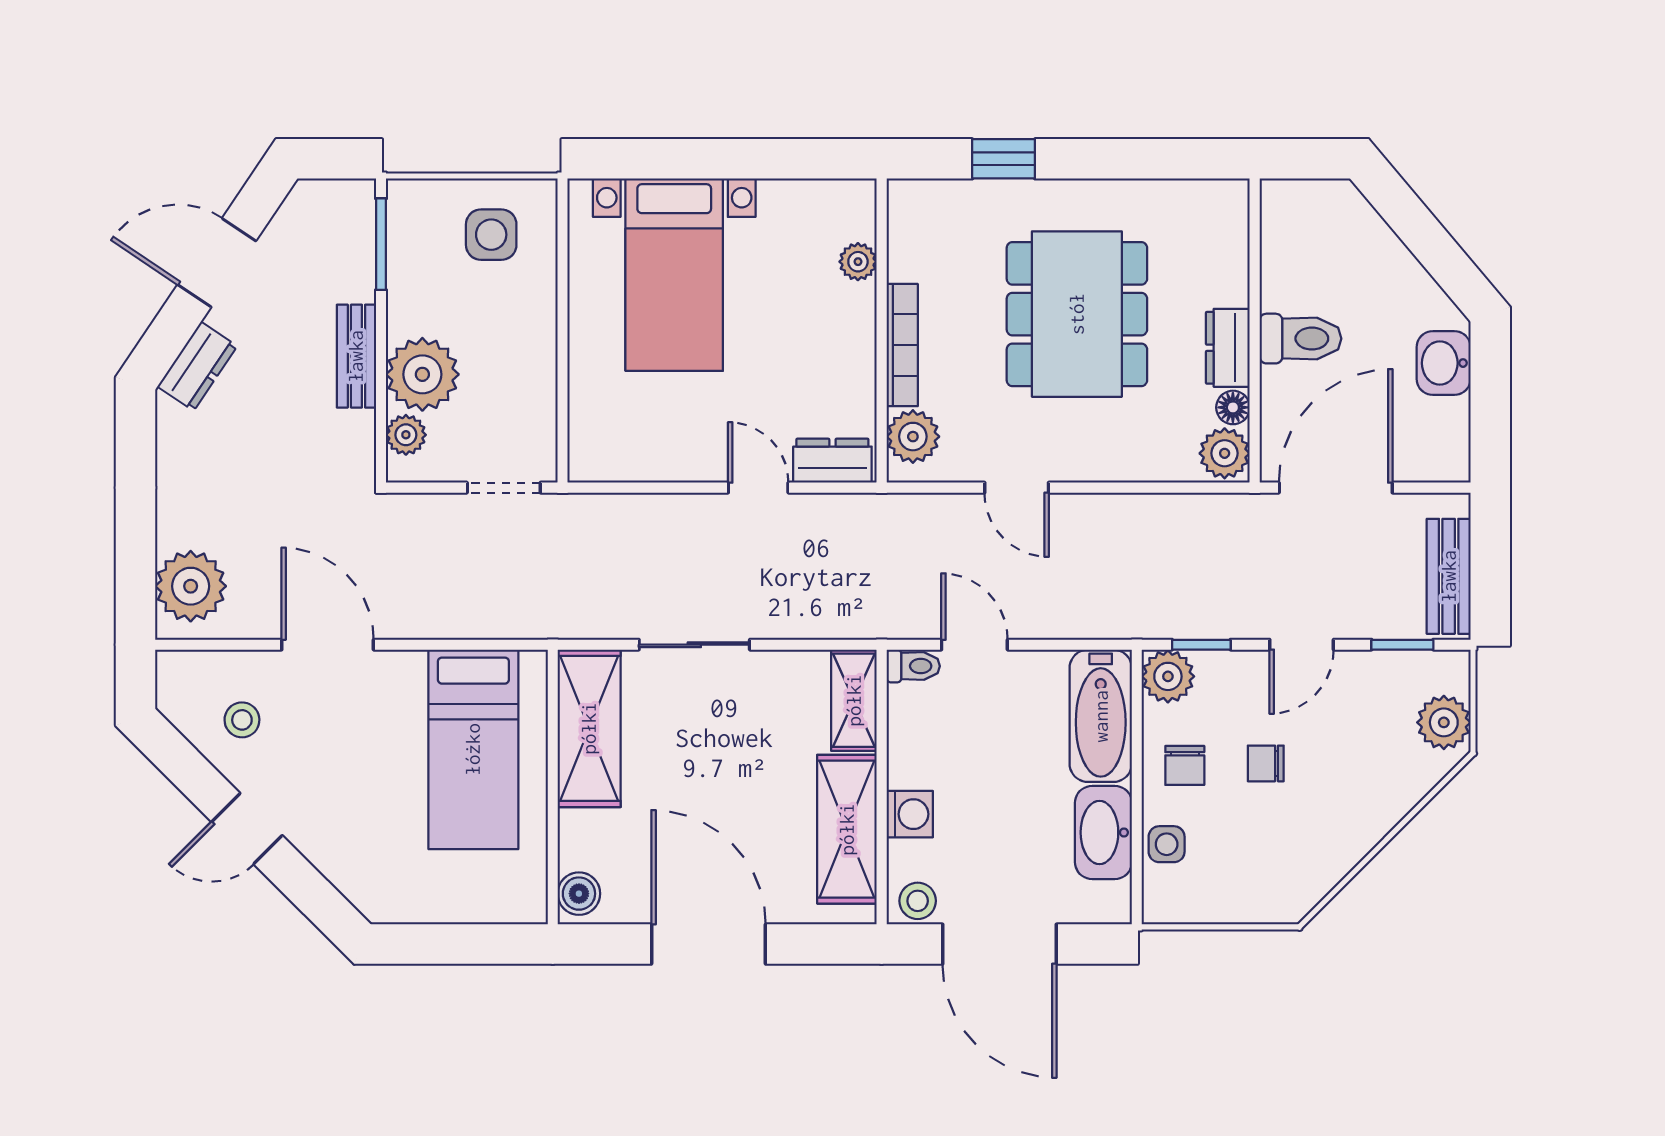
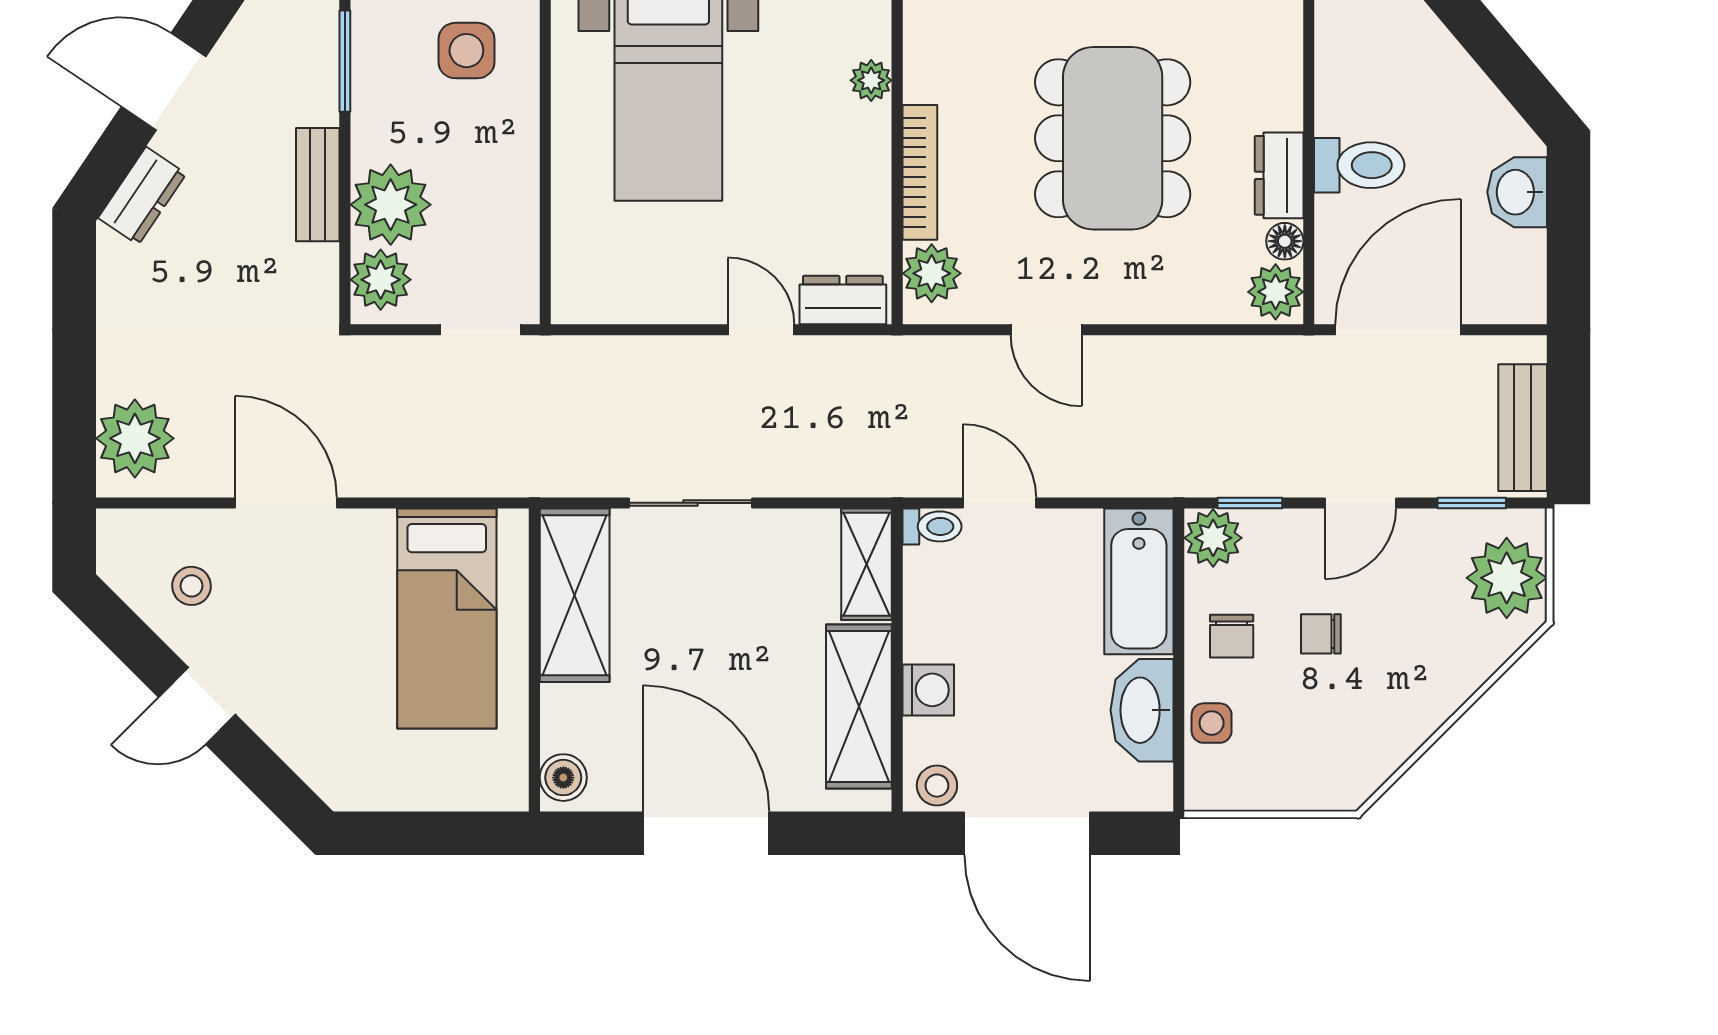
plant: (406, 435) -> (381, 280), width x1.38, depth x1.38
plant: (1444, 722) -> (1507, 578), width x1.36, depth x1.36

